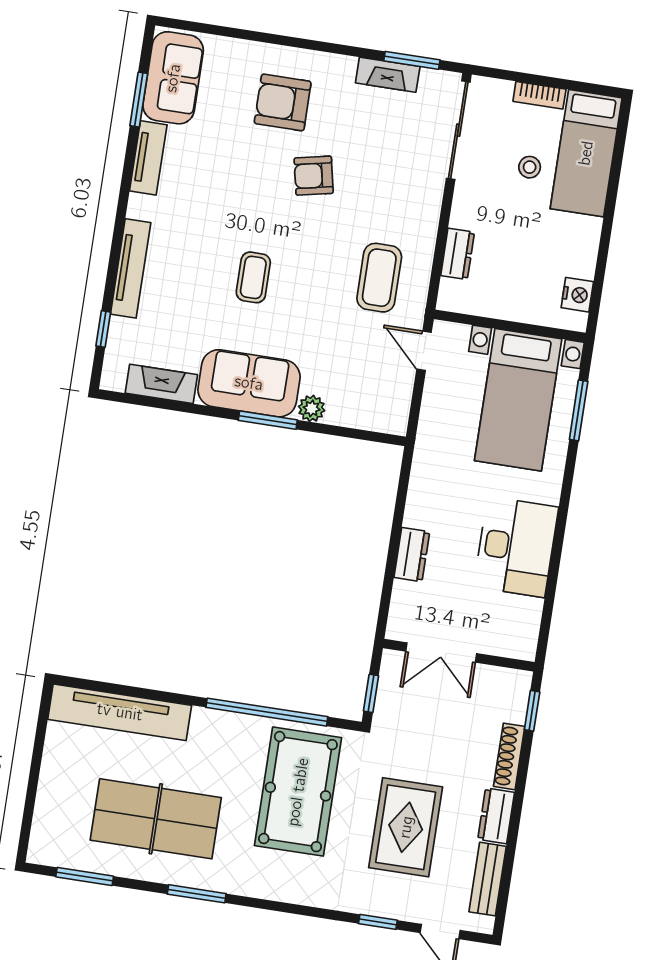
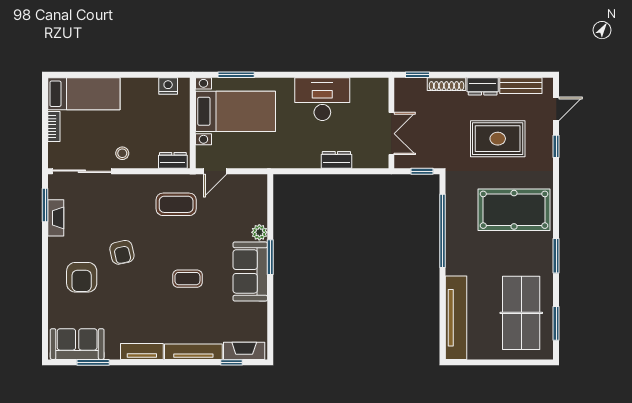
tv unit: (148, 158) -> (142, 351), moved
stool: (530, 167) -> (122, 153), moved
dresser: (458, 254) -> (173, 160), moved
fireplace: (161, 384) -> (244, 351), moved, turned 90
pool table: (298, 792) -> (514, 210), moved
table tennis table: (156, 819) -> (521, 313), moved

